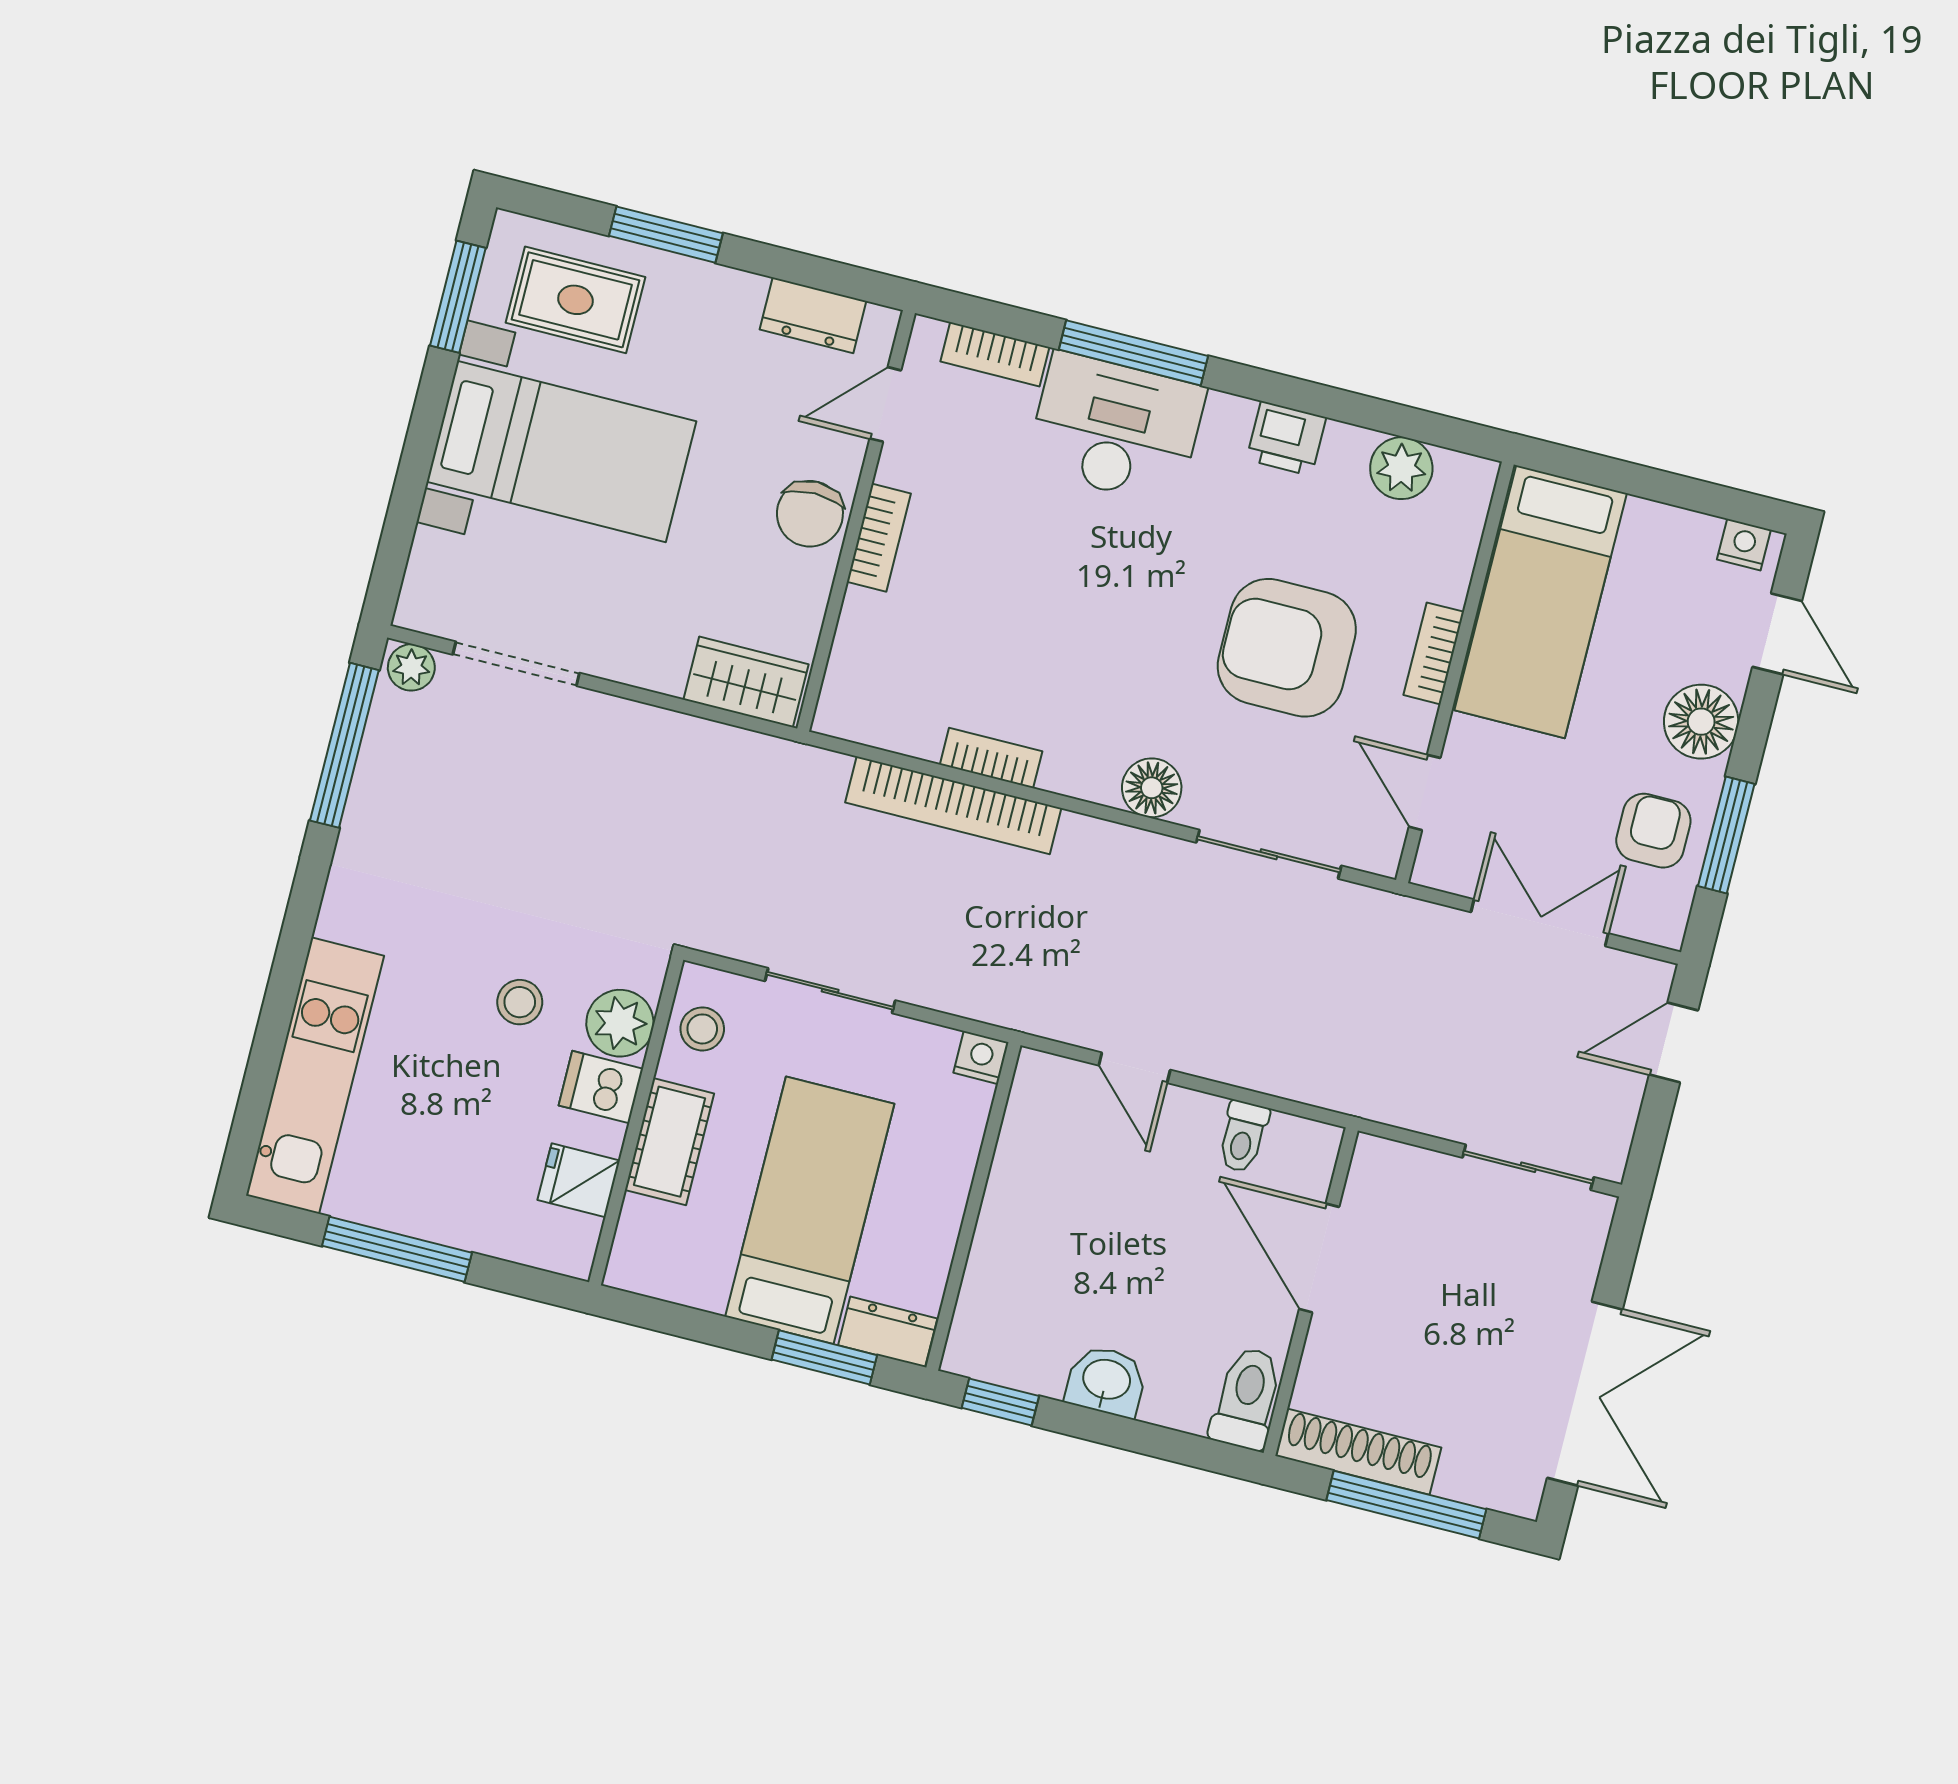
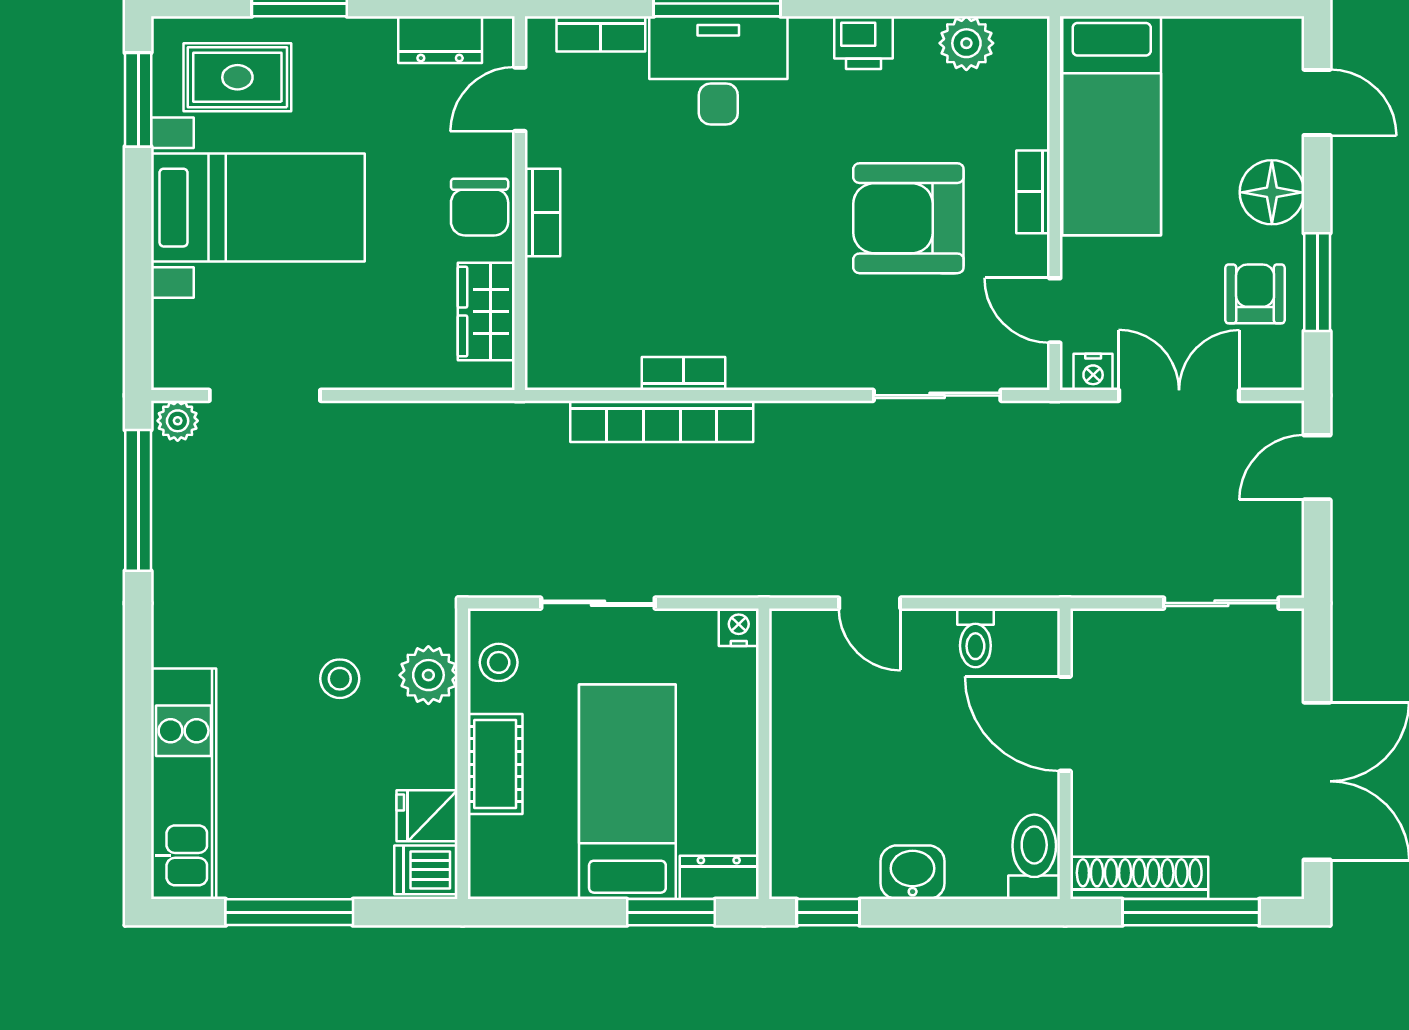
nightstand: (1744, 545) -> (1093, 372), moved, turned 180
wardrobe: (746, 682) -> (486, 312), moved, turned -90
floor lamp: (1152, 788) -> (825, 365), removed
dishwasher: (601, 1087) -> (426, 870), moved

